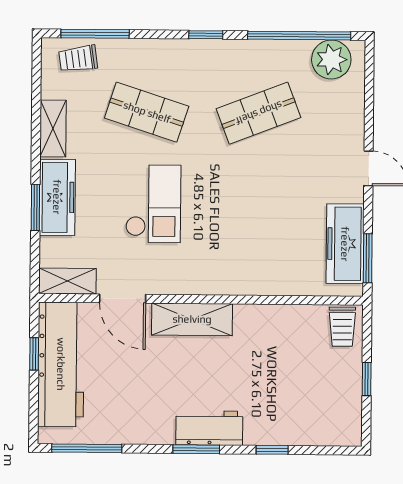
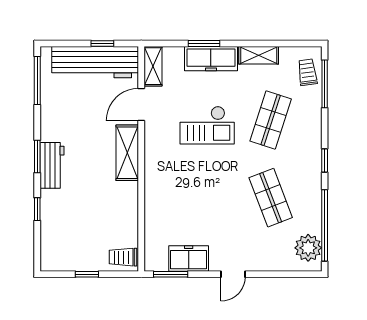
freezer: (345, 244) -> (189, 258), width x0.71

